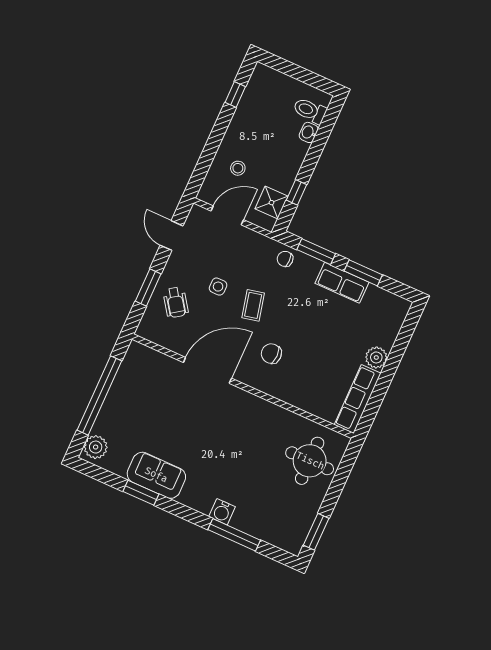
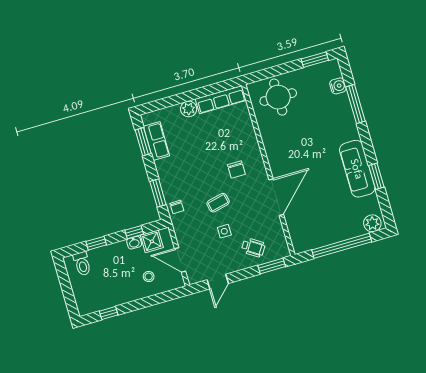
washbasin: (309, 132) -> (134, 243), moved
window: (319, 143) -> (96, 243), added
window: (363, 273) -> (143, 142), moved
row of seats: (342, 283) -> (157, 141), moved
window: (148, 288) -> (272, 266), moved
wheelchair: (176, 302) -> (253, 247), turned 68
door: (207, 370) -> (276, 197), swing flipped
sofa: (156, 475) -> (357, 169), width x1.36
water cooler: (222, 512) -> (338, 86), moved

